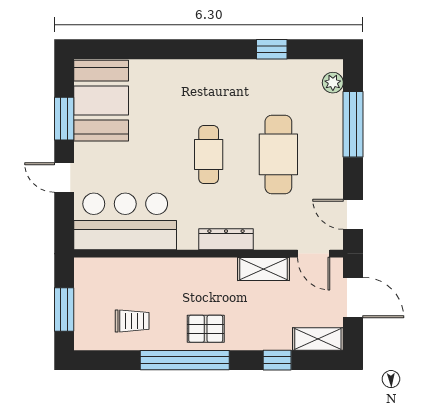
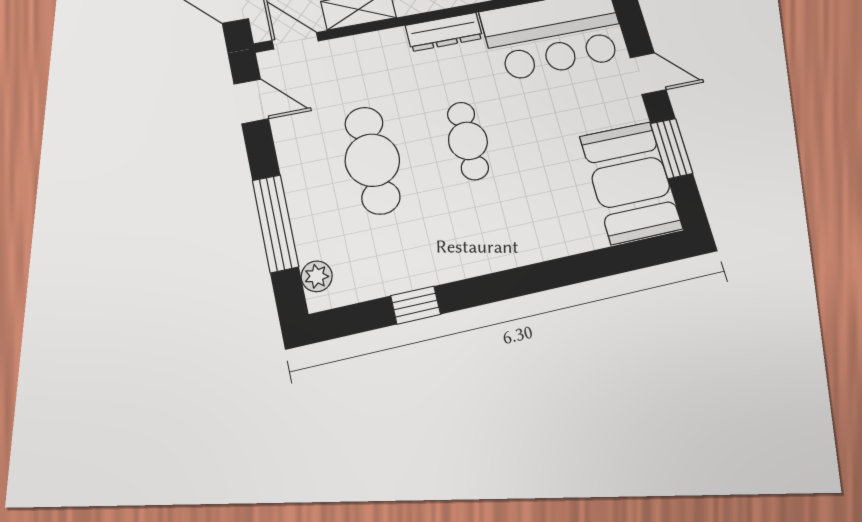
dresser: (226, 239) -> (444, 32), moved

